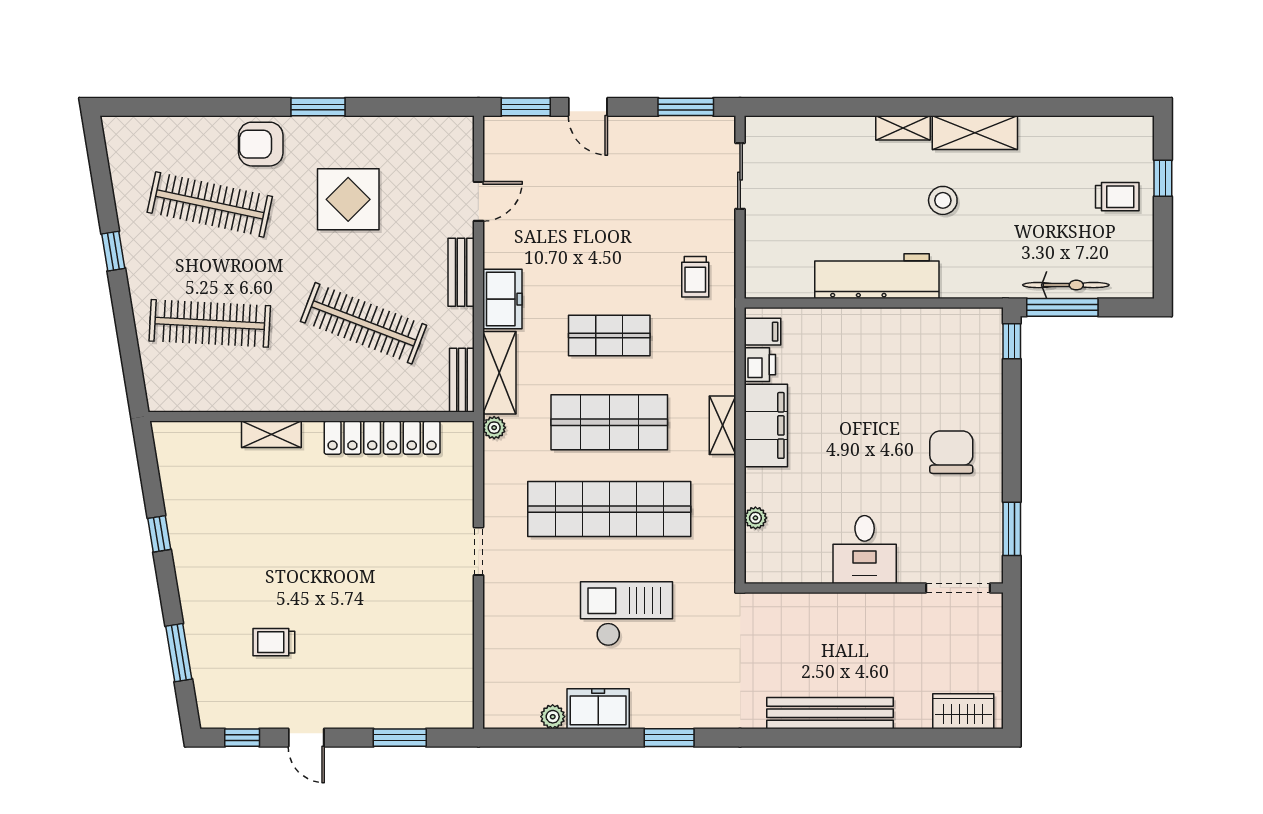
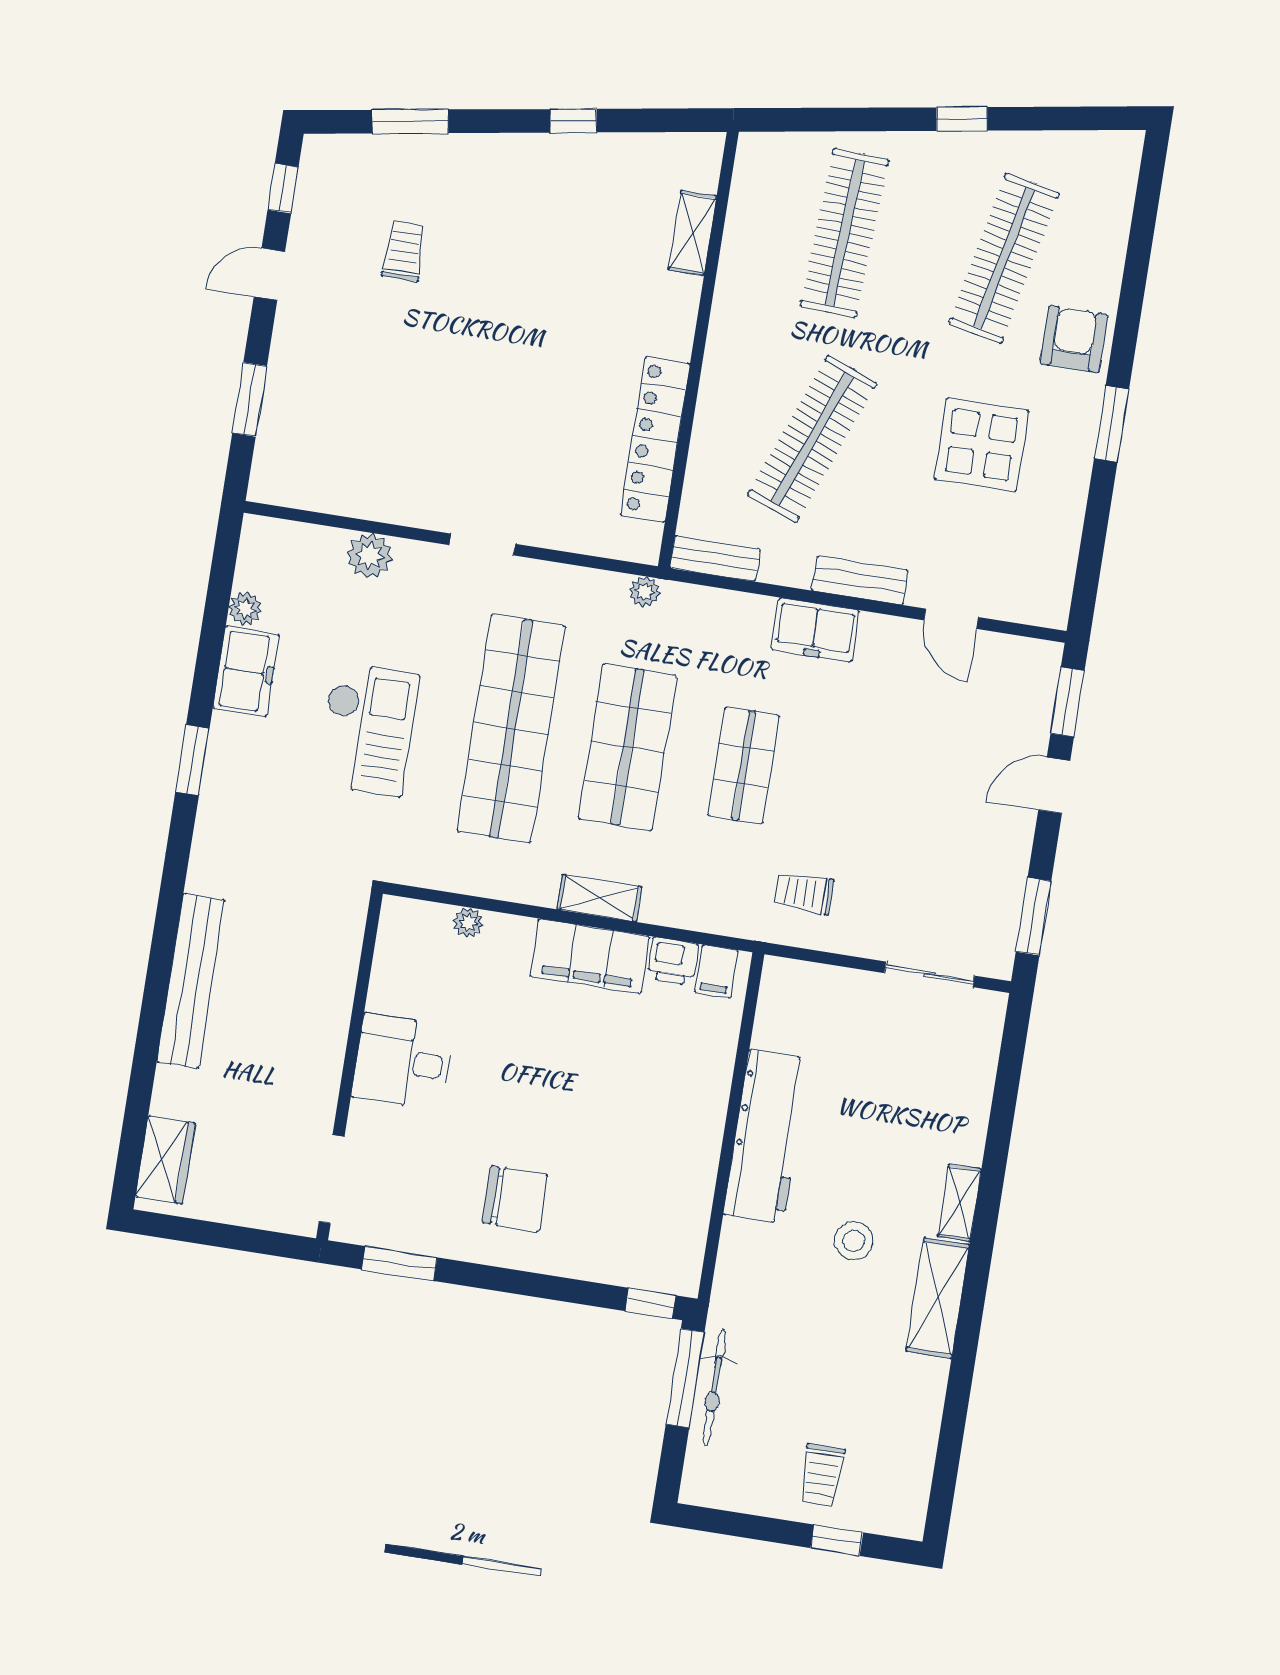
shelving: (499, 373) -> (717, 610), removed
shelving: (271, 434) -> (692, 233), moved
plant: (500, 632) -> (370, 556), added

